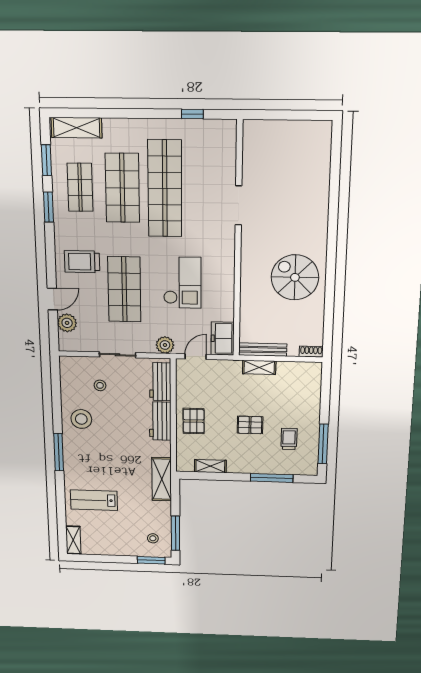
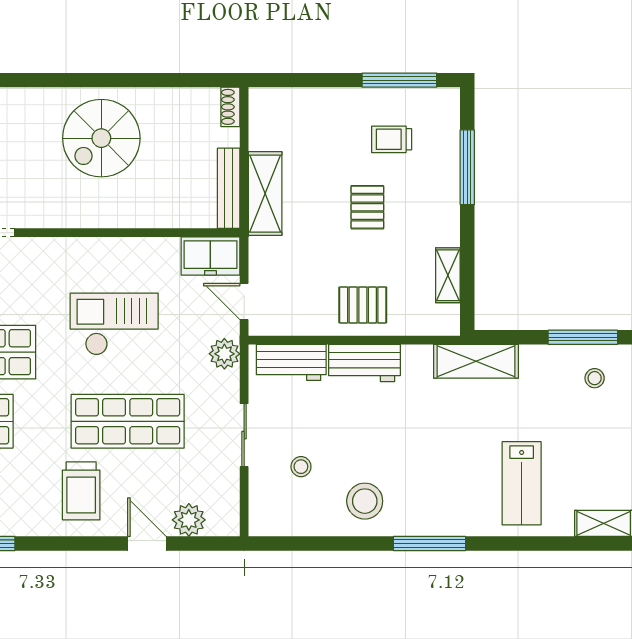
shelving: (259, 367) -> (265, 194), width x1.50, depth x1.33

